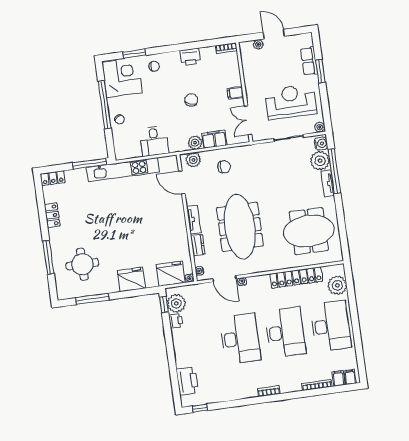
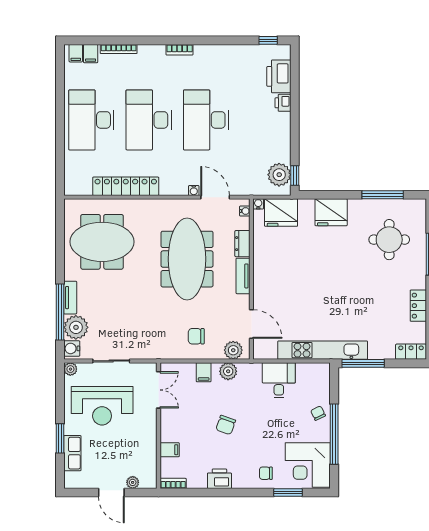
filing cabinet: (235, 93) -> (170, 450), moved
filing cabinet: (214, 139) -> (204, 372), width x0.50
plant: (337, 285) -> (76, 169), removed
printer: (176, 321) -> (283, 103), moved

